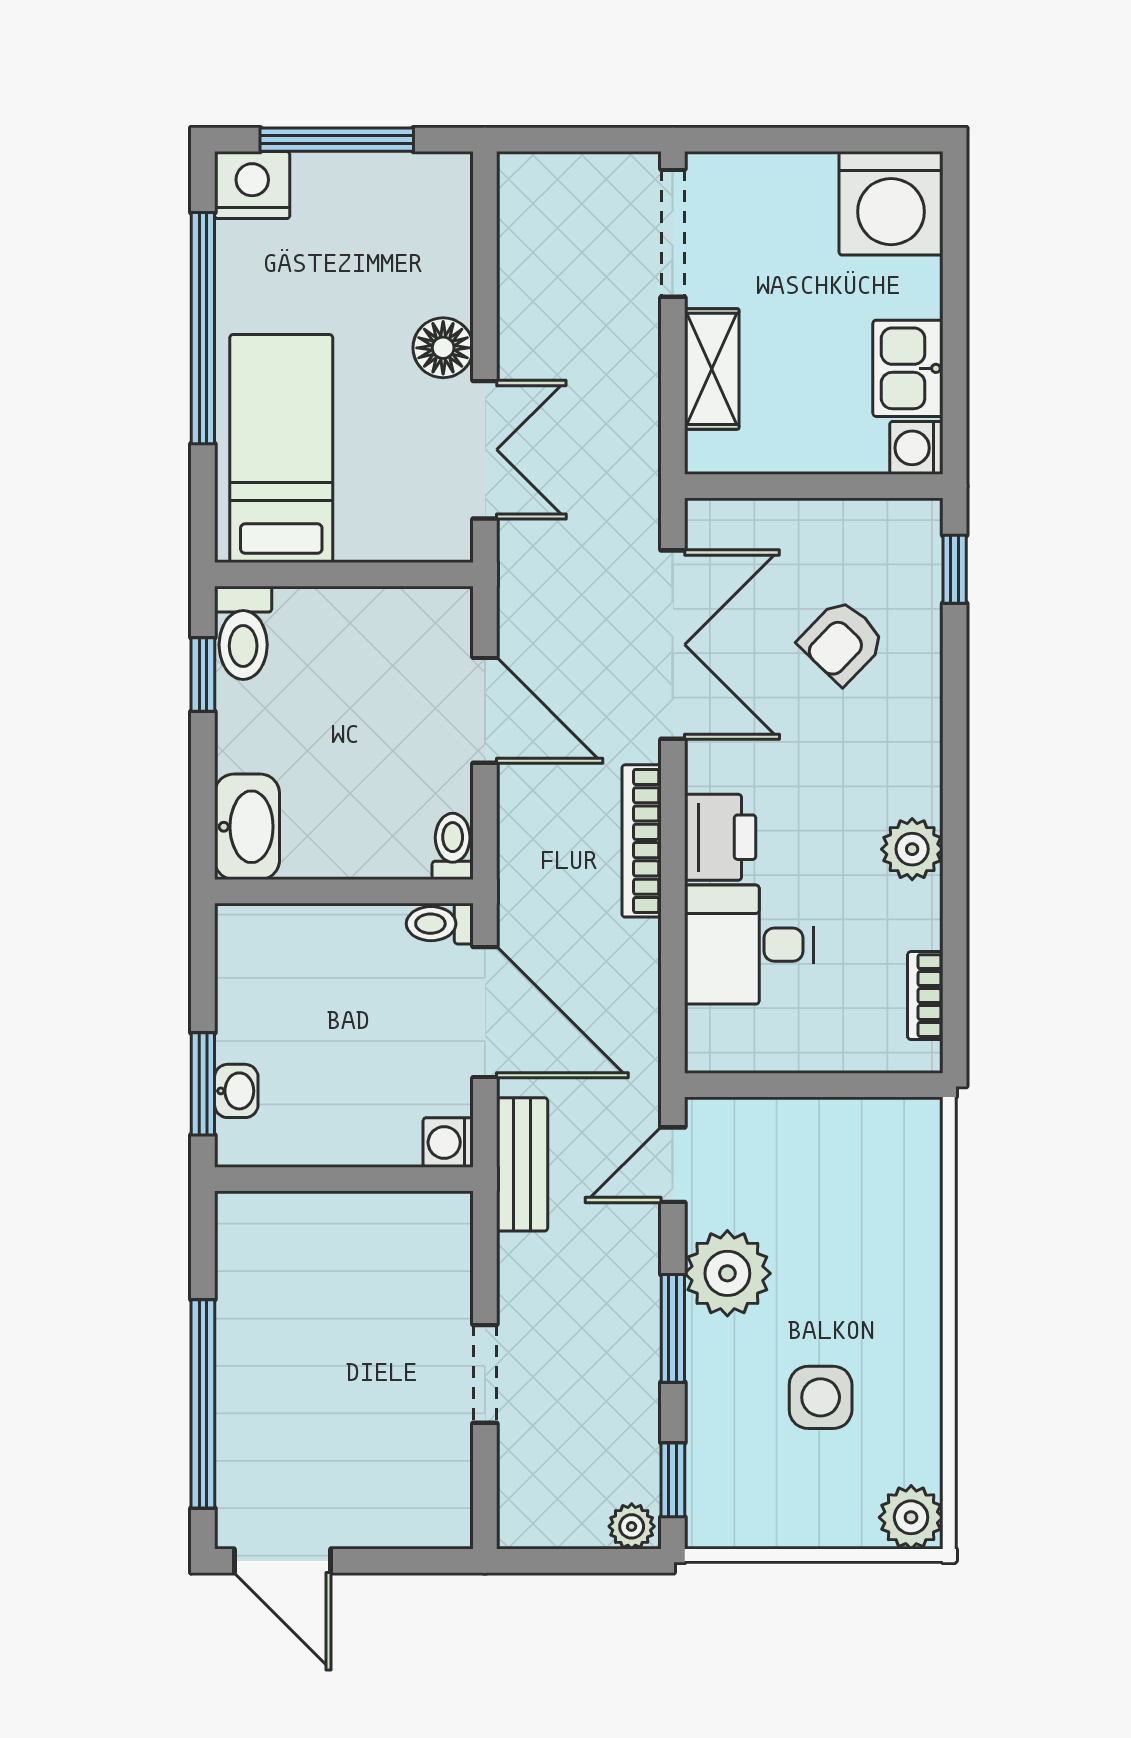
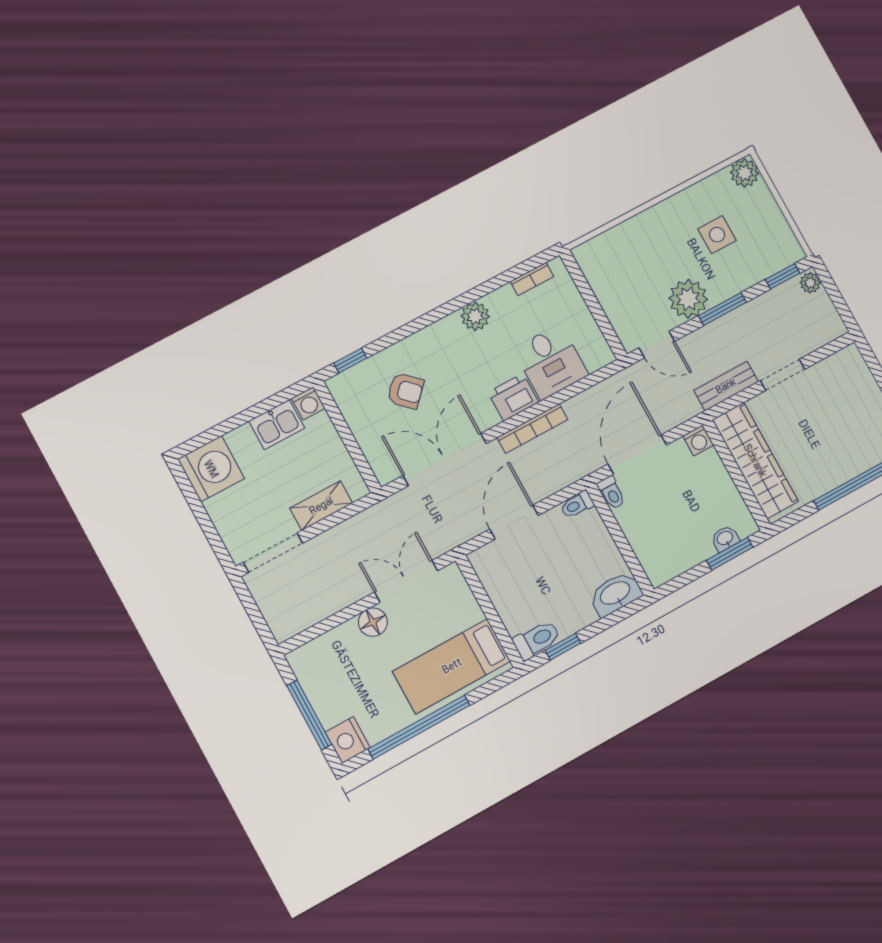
bench: (522, 1164) -> (726, 386), moved
wardrobe: (351, 1230) -> (755, 461), added

